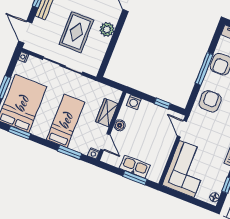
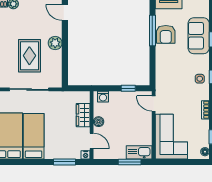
window: (204, 69) -> (152, 31), moved
armchair: (210, 101) -> (169, 70), removed
bed: (66, 121) -> (34, 136), moved
window: (19, 133) -> (14, 162), removed
kitchen sink: (135, 167) -> (139, 152), moved

